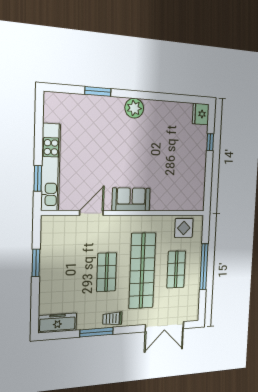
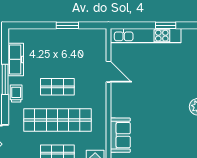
window: (38, 178) -> (166, 25), moved
sofa: (131, 199) -> (120, 135), moved
freezer: (57, 323) -> (16, 59), moved

